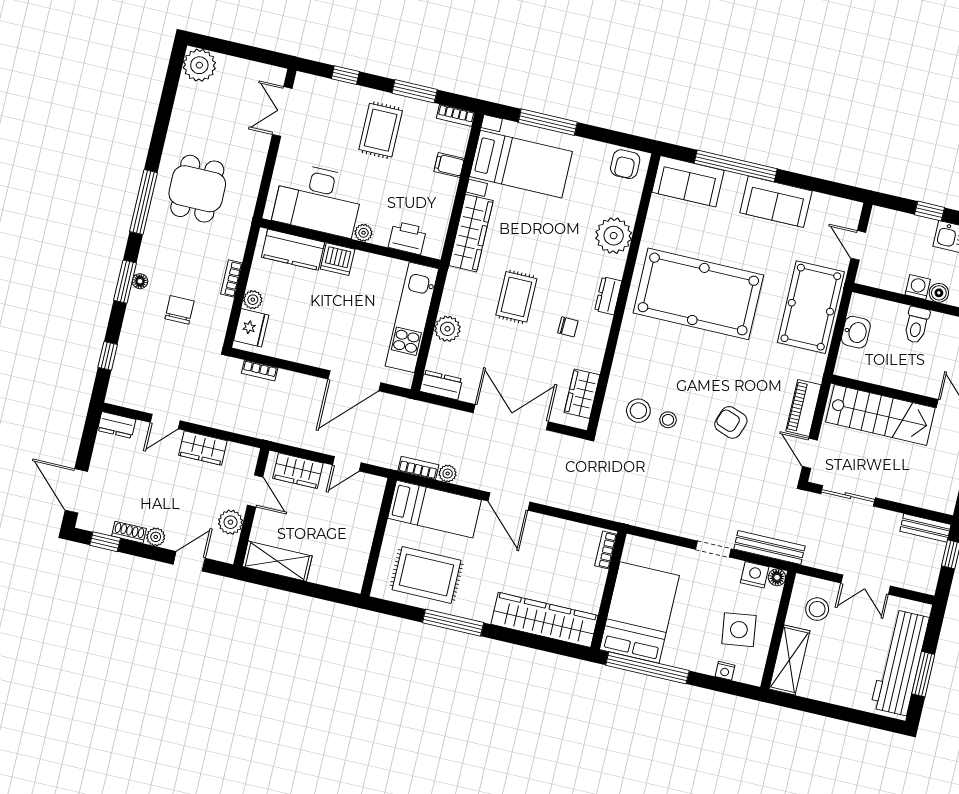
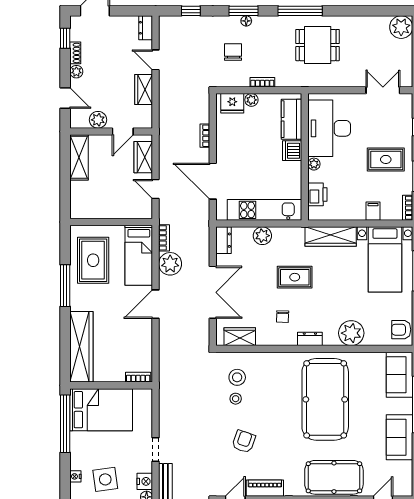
chair: (180, 310) -> (233, 52), turned -90
bookcase: (260, 370) -> (205, 136), moved
plant: (448, 474) -> (170, 264), width x1.87, depth x1.87

